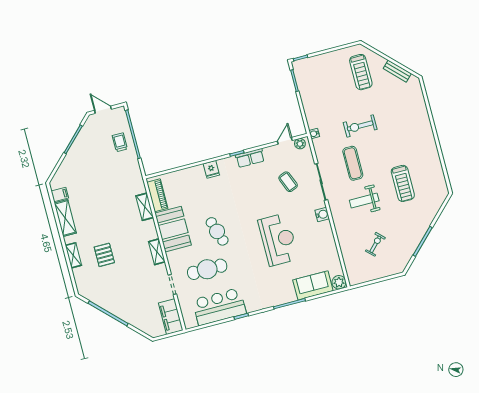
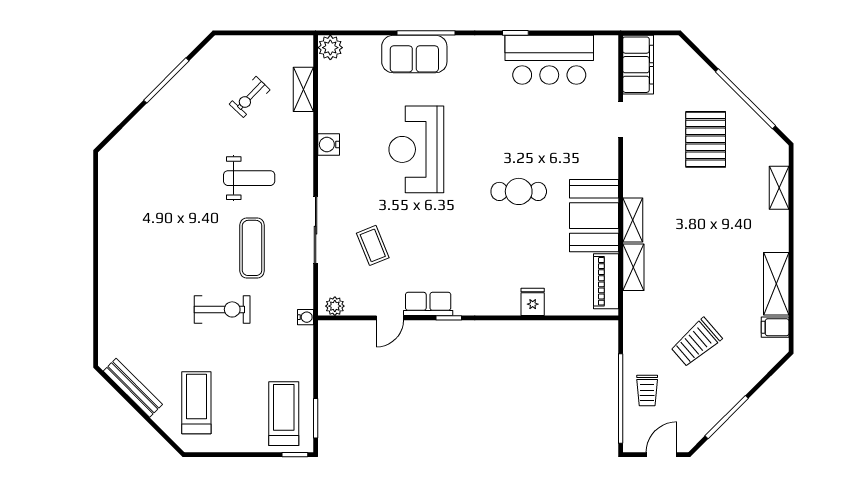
bench: (397, 71) -> (133, 388), width x1.36
door: (103, 110) -> (662, 455), swing flipped
door: (285, 141) -> (390, 318), moved
fridge: (211, 169) -> (533, 302), moved
trolley: (100, 175) -> (696, 342), added
treadmill: (403, 183) -> (284, 414), moved
water cooler: (322, 214) -> (329, 145), moved
cafe table: (217, 231) -> (519, 191), turned -72
shelving: (157, 252) -> (633, 220), moved
shelving: (73, 255) -> (779, 188), moved
pallet: (104, 255) -> (706, 139), moved, width x1.50, depth x1.42
shelving: (348, 256) -> (303, 89), added
cafe table: (207, 269) -> (553, 130), removed
sofa: (313, 285) -> (414, 54), moved

